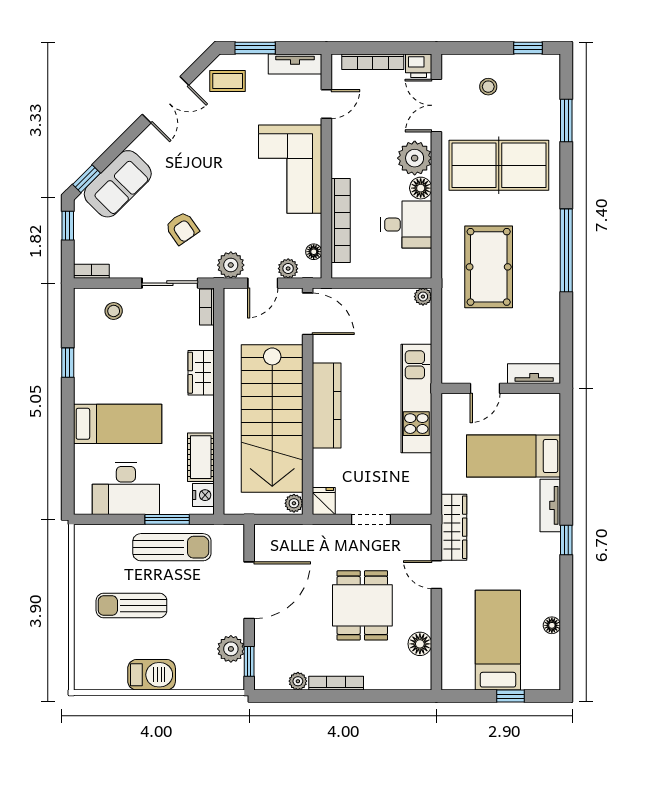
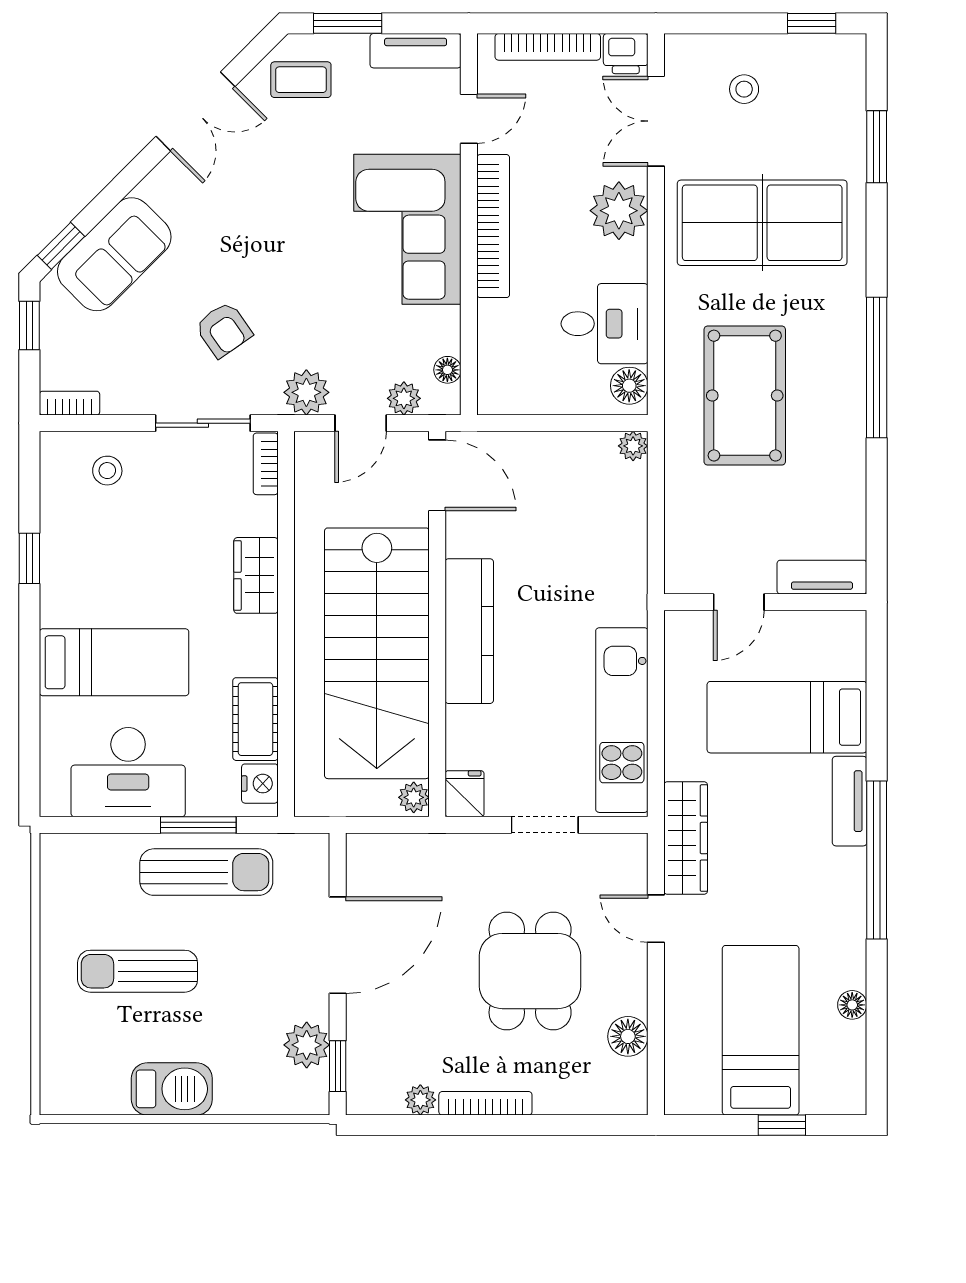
floor lamp: (421, 188) -> (629, 386), moved
bookcase: (341, 221) -> (493, 226), moved
kitchen unit: (416, 399) -> (622, 720), moved
window: (566, 540) -> (877, 860), width x3.17

